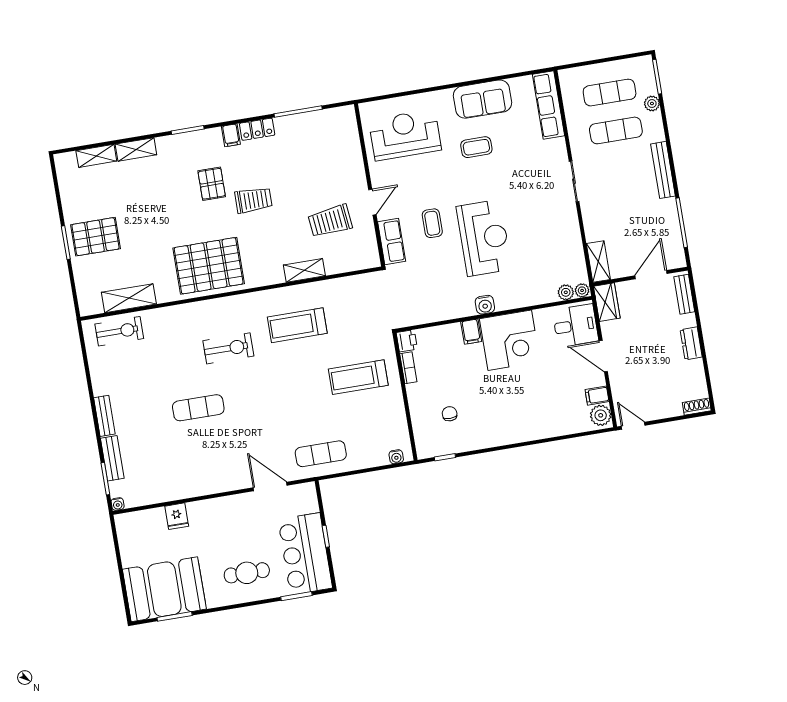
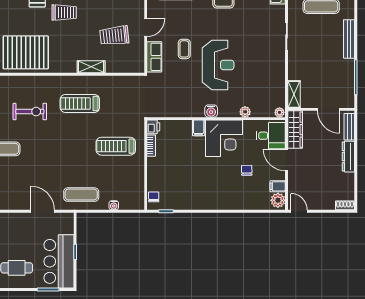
door: (651, 275) -> (329, 109), swing flipped
plant: (566, 292) -> (245, 112), moved
wardrobe: (607, 302) -> (295, 130), width x1.50
dresser: (691, 343) -> (348, 157), width x1.44
chair: (549, 380) -> (247, 170), added
chair: (450, 414) -> (154, 197), moved
water cooler: (396, 457) -> (114, 205), moved

